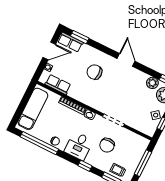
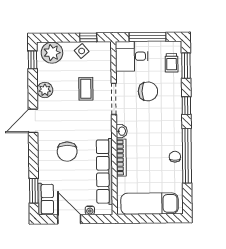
plant: (152, 83) -> (45, 90), moved
row of seats: (58, 84) -> (105, 172), width x2.02
coffee table: (129, 105) -> (86, 89), added
window: (39, 143) -> (187, 156), moved
desk: (79, 146) -> (132, 56), moved, turned 180

